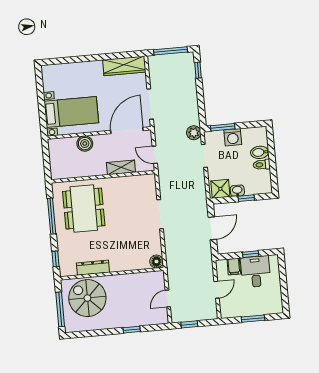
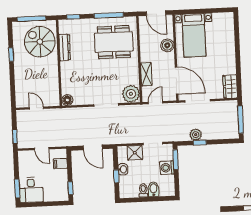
wardrobe: (124, 66) -> (230, 87), width x0.67
window: (198, 70) -> (200, 143), moved
plant: (194, 133) -> (196, 135), moved
door: (46, 159) -> (156, 13), added
plant: (145, 185) -> (131, 94), added
shower: (220, 189) -> (135, 153), moved
window: (251, 254) -> (70, 188), moved
desk: (256, 272) -> (31, 190), moved, turned 90
spiral stairs: (87, 298) -> (40, 42), turned -90
window: (253, 319) -> (17, 189), moved
window: (189, 324) -> (15, 136), moved
window: (132, 330) -> (11, 55), moved

